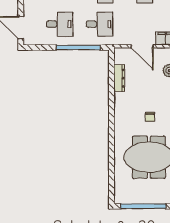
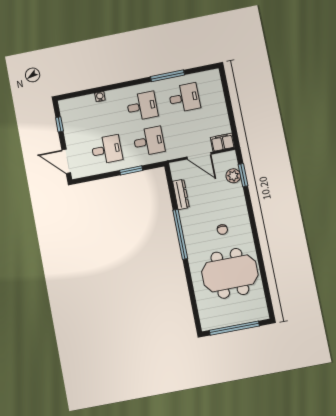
window: (78, 47) -> (131, 170), width x0.47
window: (111, 114) -> (180, 234), added

